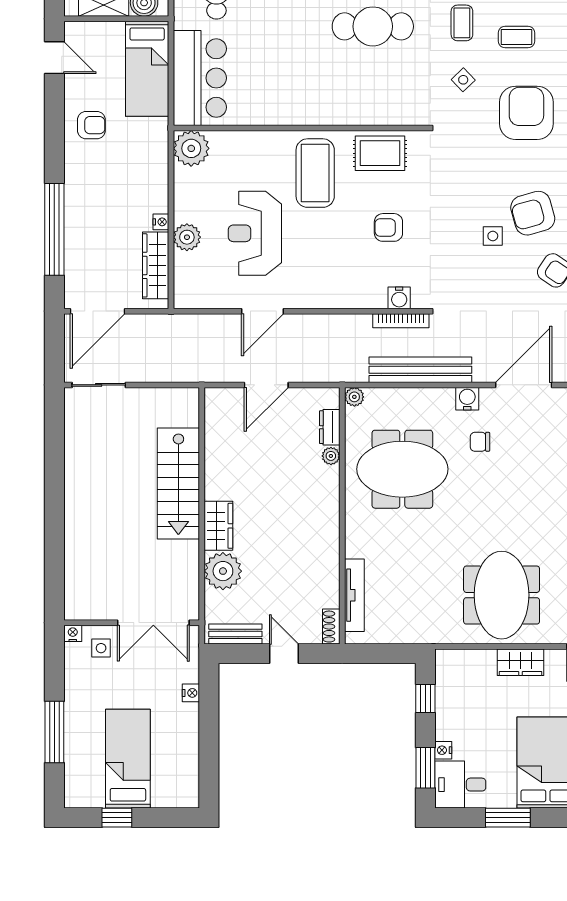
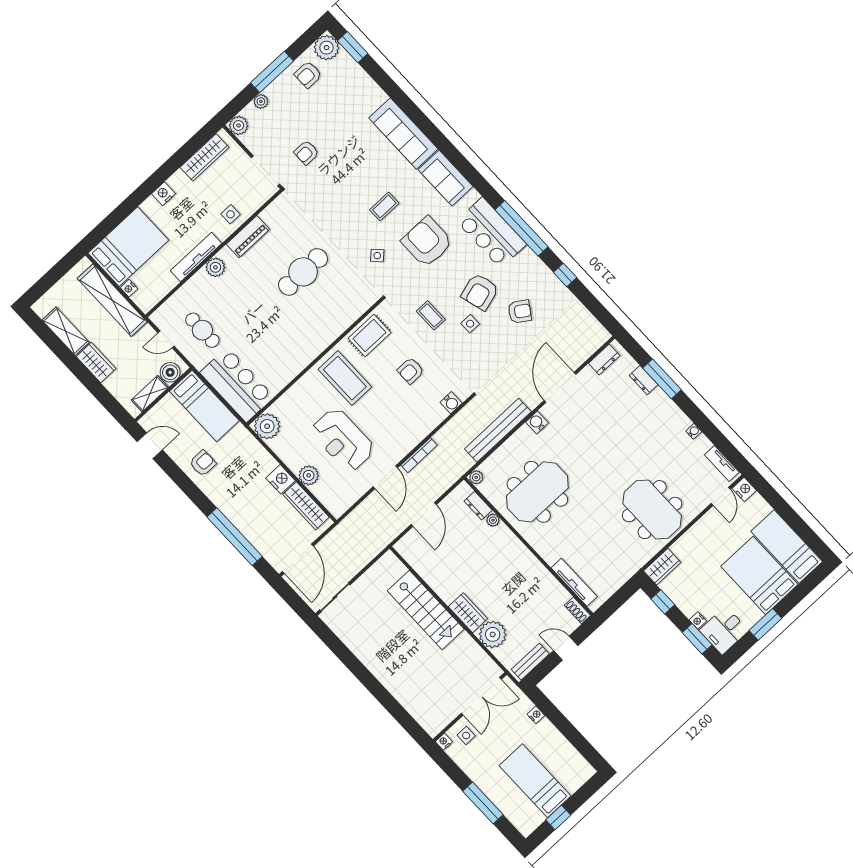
coffee table: (462, 23) -> (431, 315), moved
nightstand: (161, 222) -> (281, 479), width x1.89, depth x1.79
bookcase: (401, 321) -> (419, 455), moved
chair: (480, 442) -> (565, 439), removed
wardrobe: (521, 662) -> (662, 567), moved

